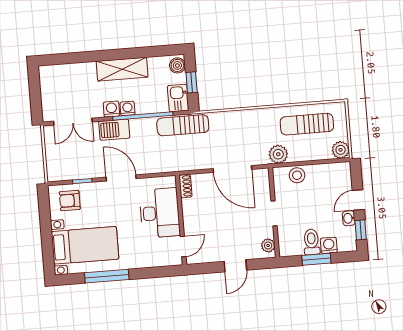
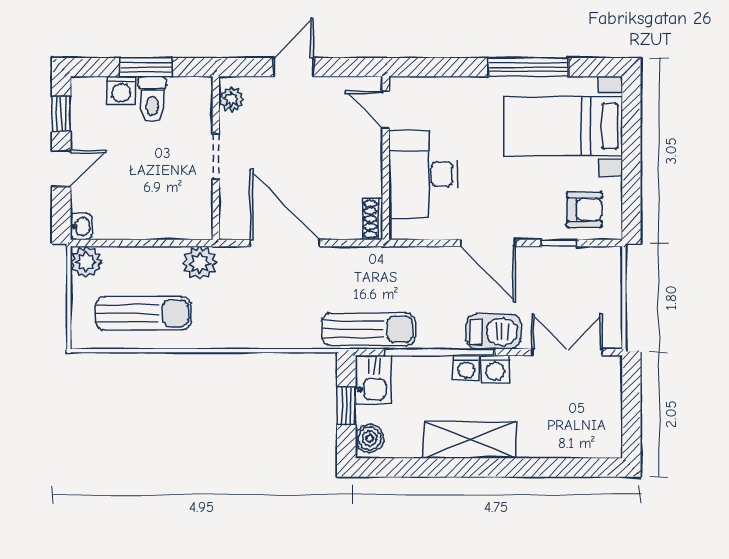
stool: (297, 175) -> (169, 222), removed
washbasin: (349, 218) -> (81, 226), moved
door: (183, 247) -> (386, 110), hinge flipped

